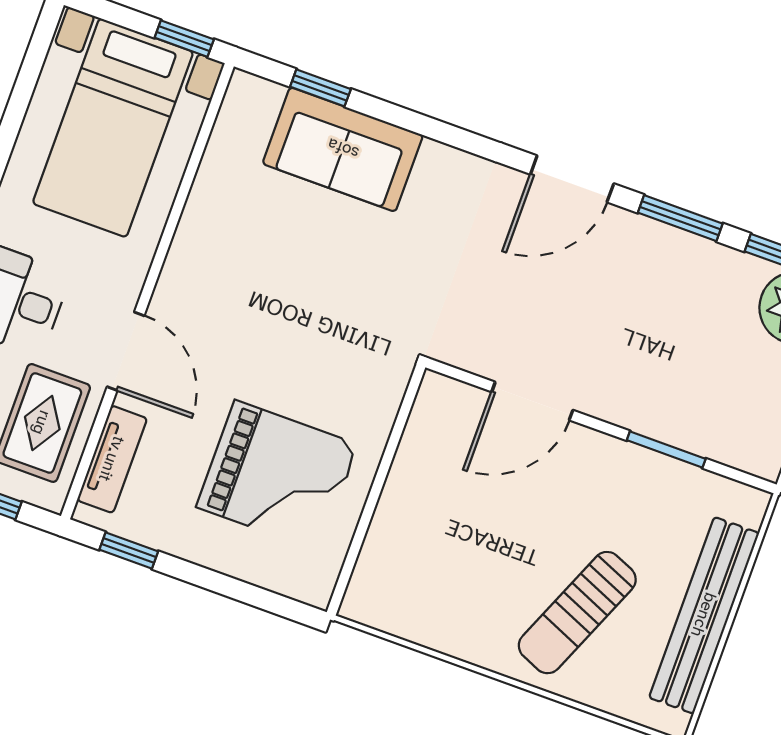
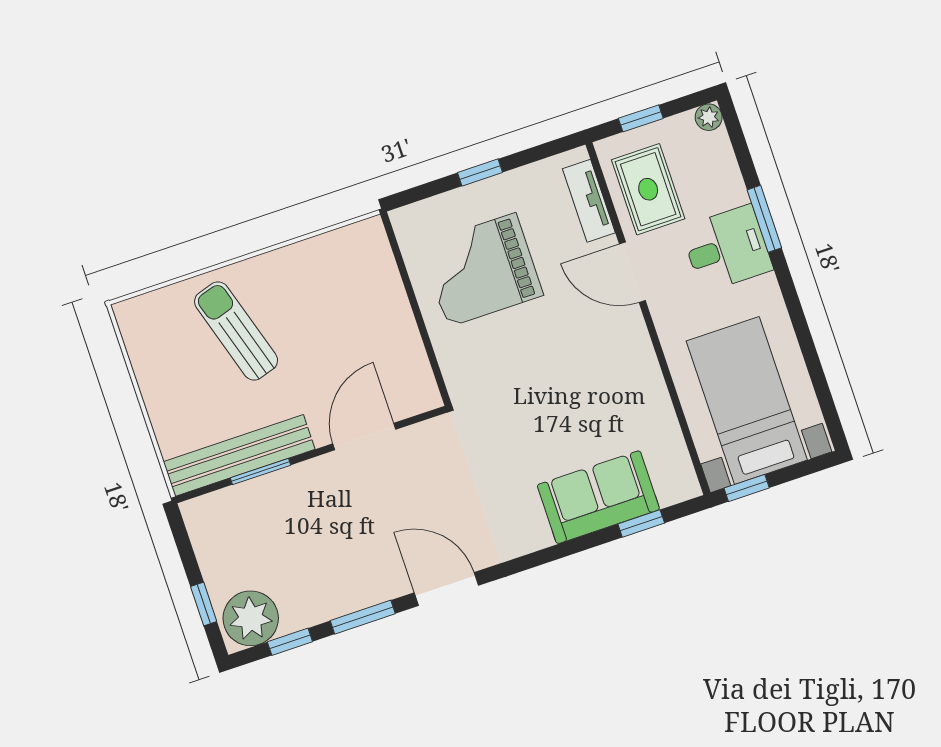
door: (572, 179) -> (446, 589), hinge flipped
window: (129, 551) -> (480, 173), moved
sun lounger: (577, 613) -> (236, 331), turned -40
bench: (704, 615) -> (239, 456), moved, turned 90

